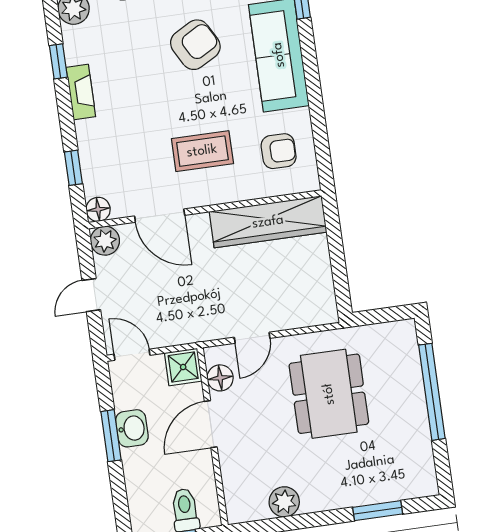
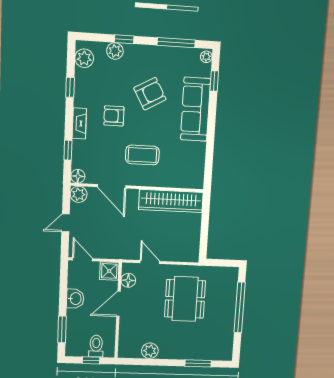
fireplace: (81, 92) -> (79, 123), moved
armchair: (279, 151) -> (114, 116), moved, turned 180
door: (252, 338) -> (150, 262), swing flipped
window: (111, 436) -> (62, 330), moved

